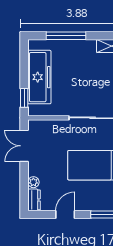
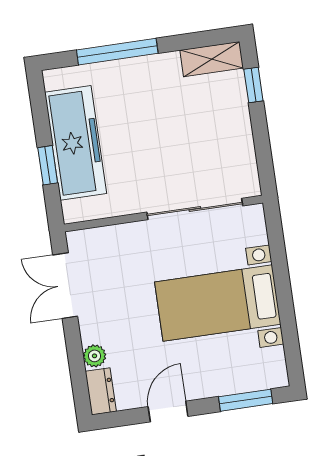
window: (24, 98) -> (48, 165), moved

